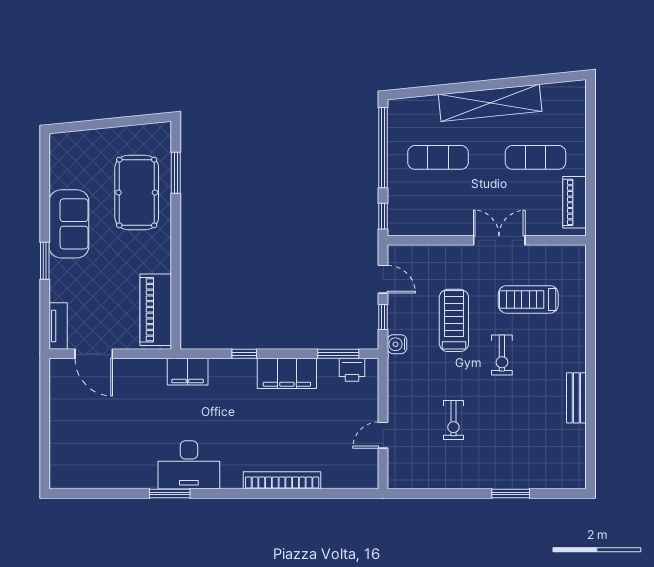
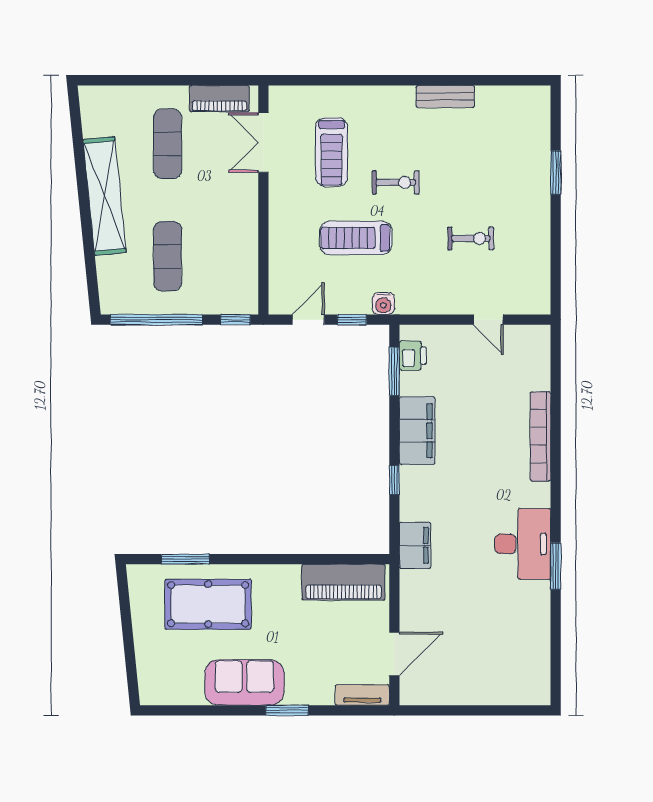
double door: (499, 240) -> (263, 143), moved

